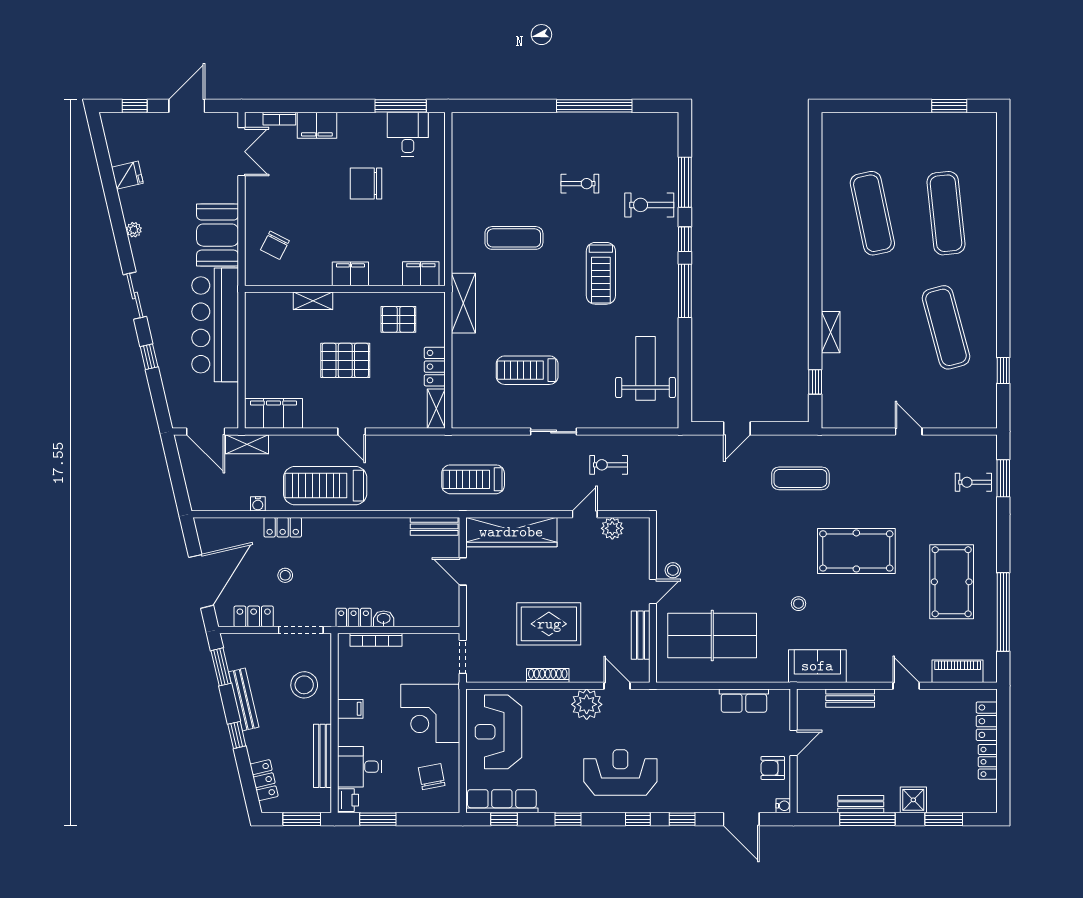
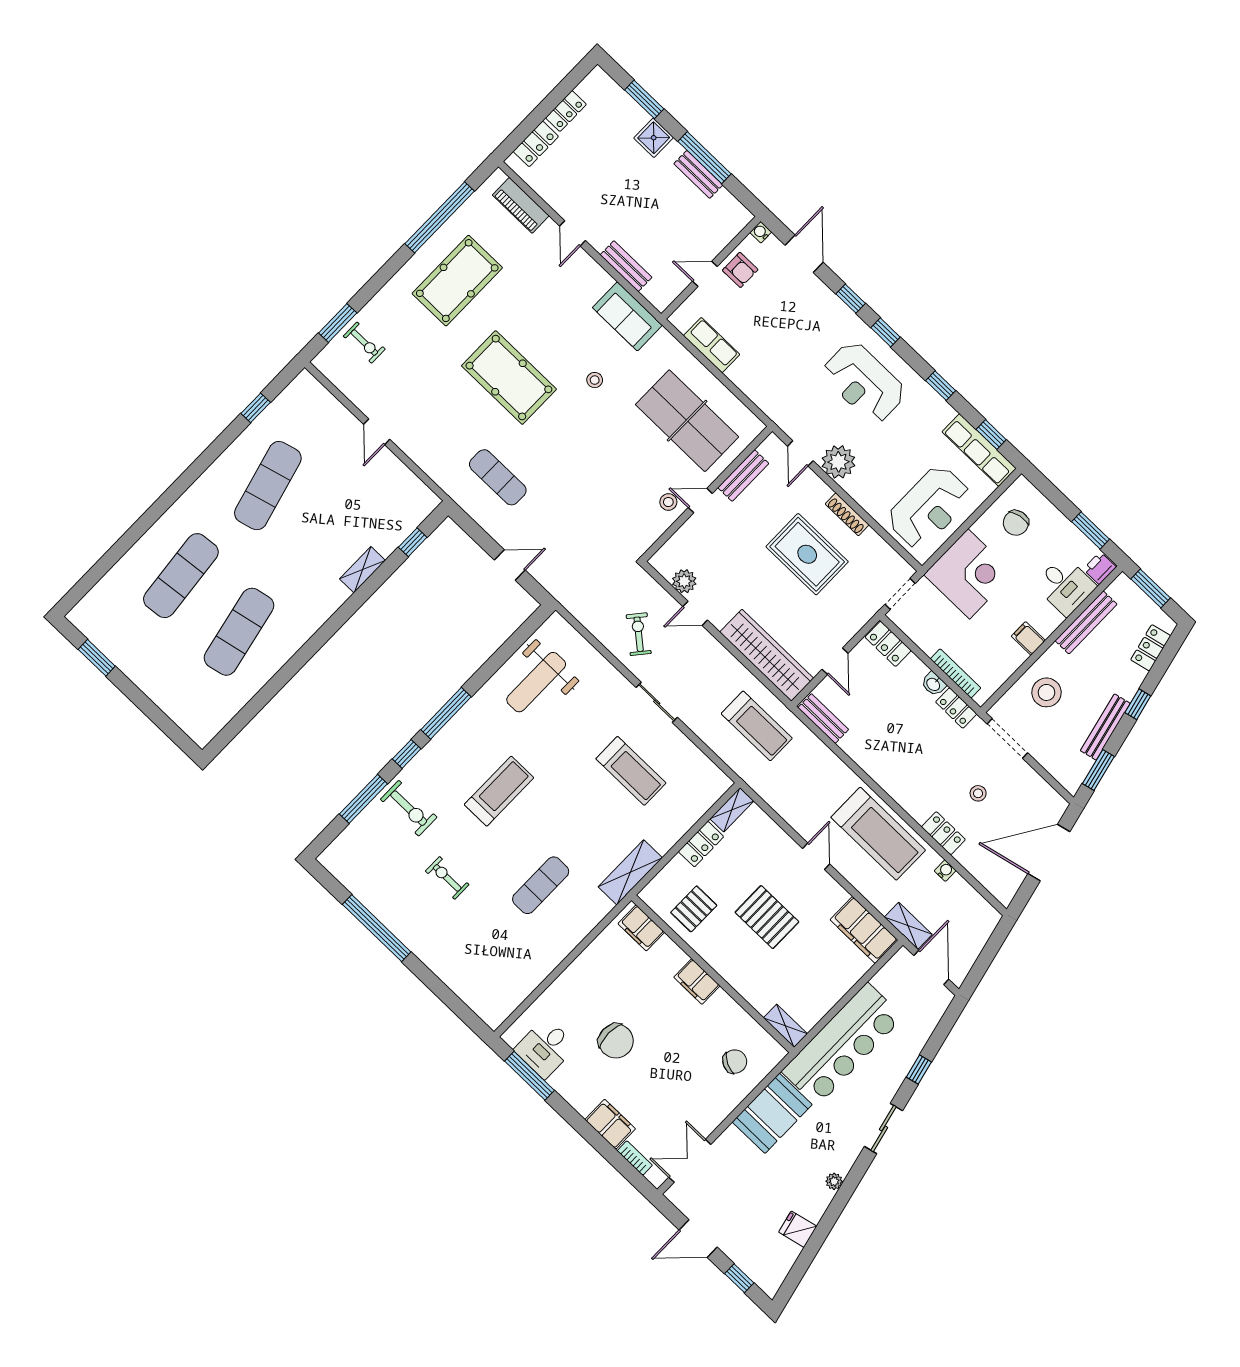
exercise mat: (514, 238) -> (541, 885), turned 90
shelving: (313, 301) -> (785, 1026), moved
pallet: (398, 319) -> (694, 909), turned 90
exercise bike: (609, 465) -> (639, 634), turned -140
locker: (254, 616) -> (888, 644), moved

